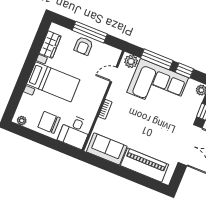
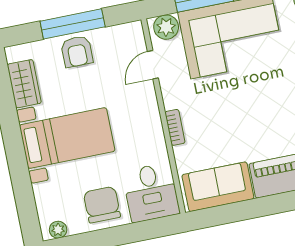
chair: (49, 122) -> (102, 205), turned 90

